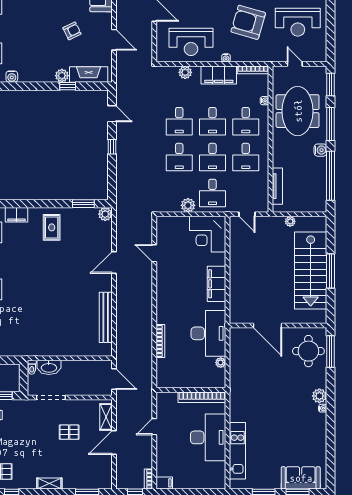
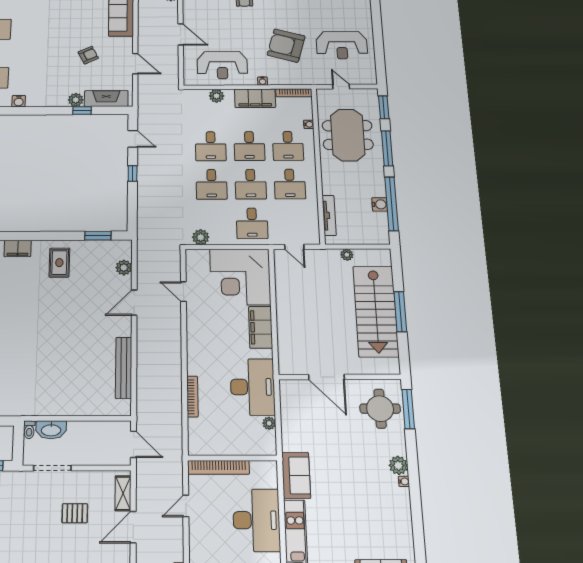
water cooler: (320, 150) -> (380, 204), moved
plant: (188, 205) -> (201, 237), moved
plant: (105, 214) -> (124, 268), moved
corner desk: (208, 234) -> (240, 277), width x1.36, depth x1.36
bookcase: (202, 397) -> (219, 467), moved
sofa: (240, 403) -> (296, 475), added

